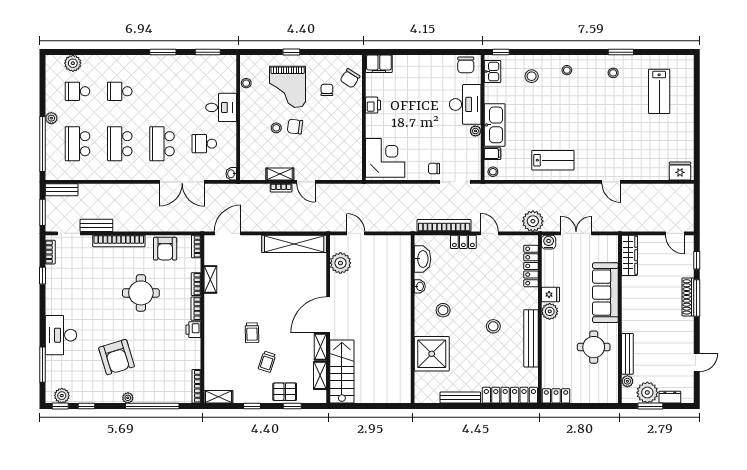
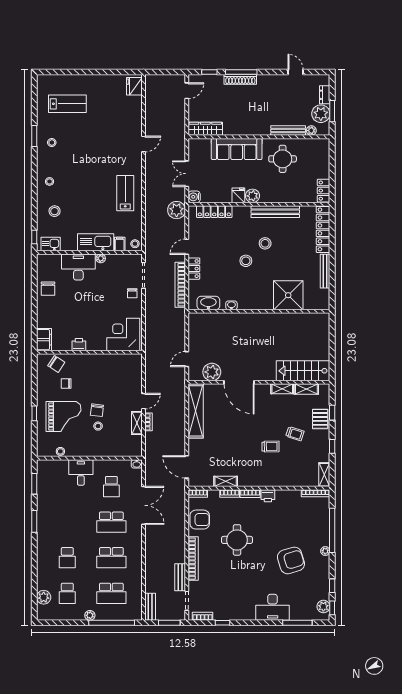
chair: (466, 65) -> (48, 289), moved, turned 90
stool: (443, 310) -> (246, 261), moved
door: (328, 315) -> (239, 382), moved

